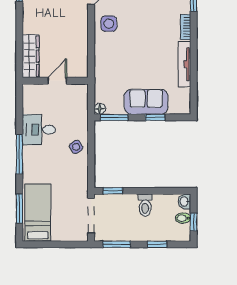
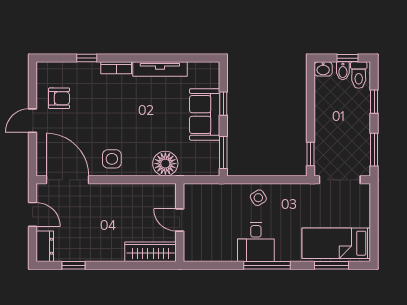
floor lamp: (100, 109) -> (165, 164), moved, width x1.89, depth x1.89
desk: (39, 130) -> (256, 242), moved
toilet: (145, 205) -> (359, 75), moved, turned 90

